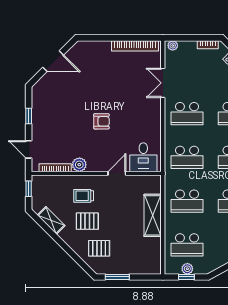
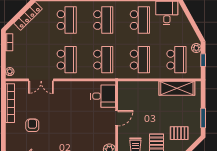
armchair: (101, 121) -> (32, 125), moved
door: (117, 173) -> (117, 118), swing flipped
shelving: (153, 215) -> (177, 88), moved
pallet: (99, 248) -> (179, 133), turned 90
plant: (187, 269) -> (196, 48), moved

